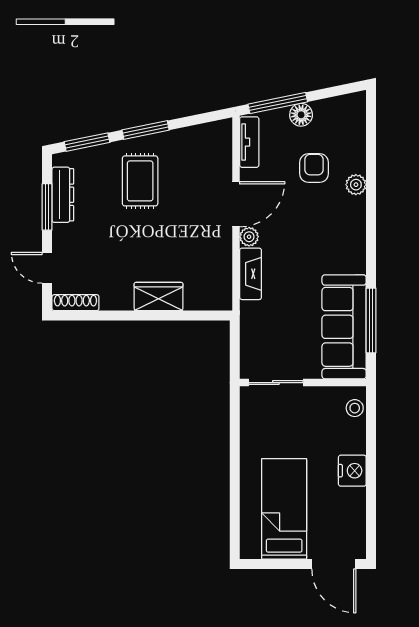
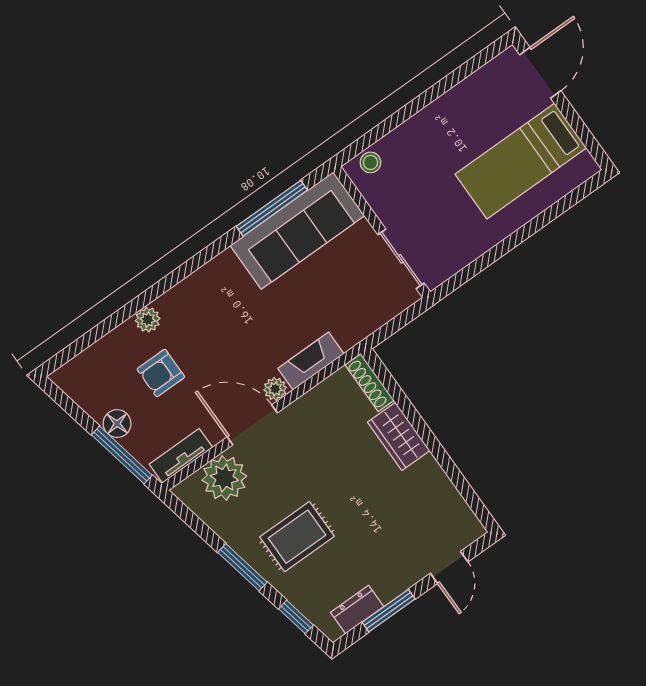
window: (87, 142) -> (296, 617), width x0.67
plant: (214, 160) -> (224, 478), added
dresser: (63, 195) -> (357, 610), width x0.70
shoe rack: (75, 303) -> (370, 383), moved
nightstand: (352, 471) -> (434, 120), removed

